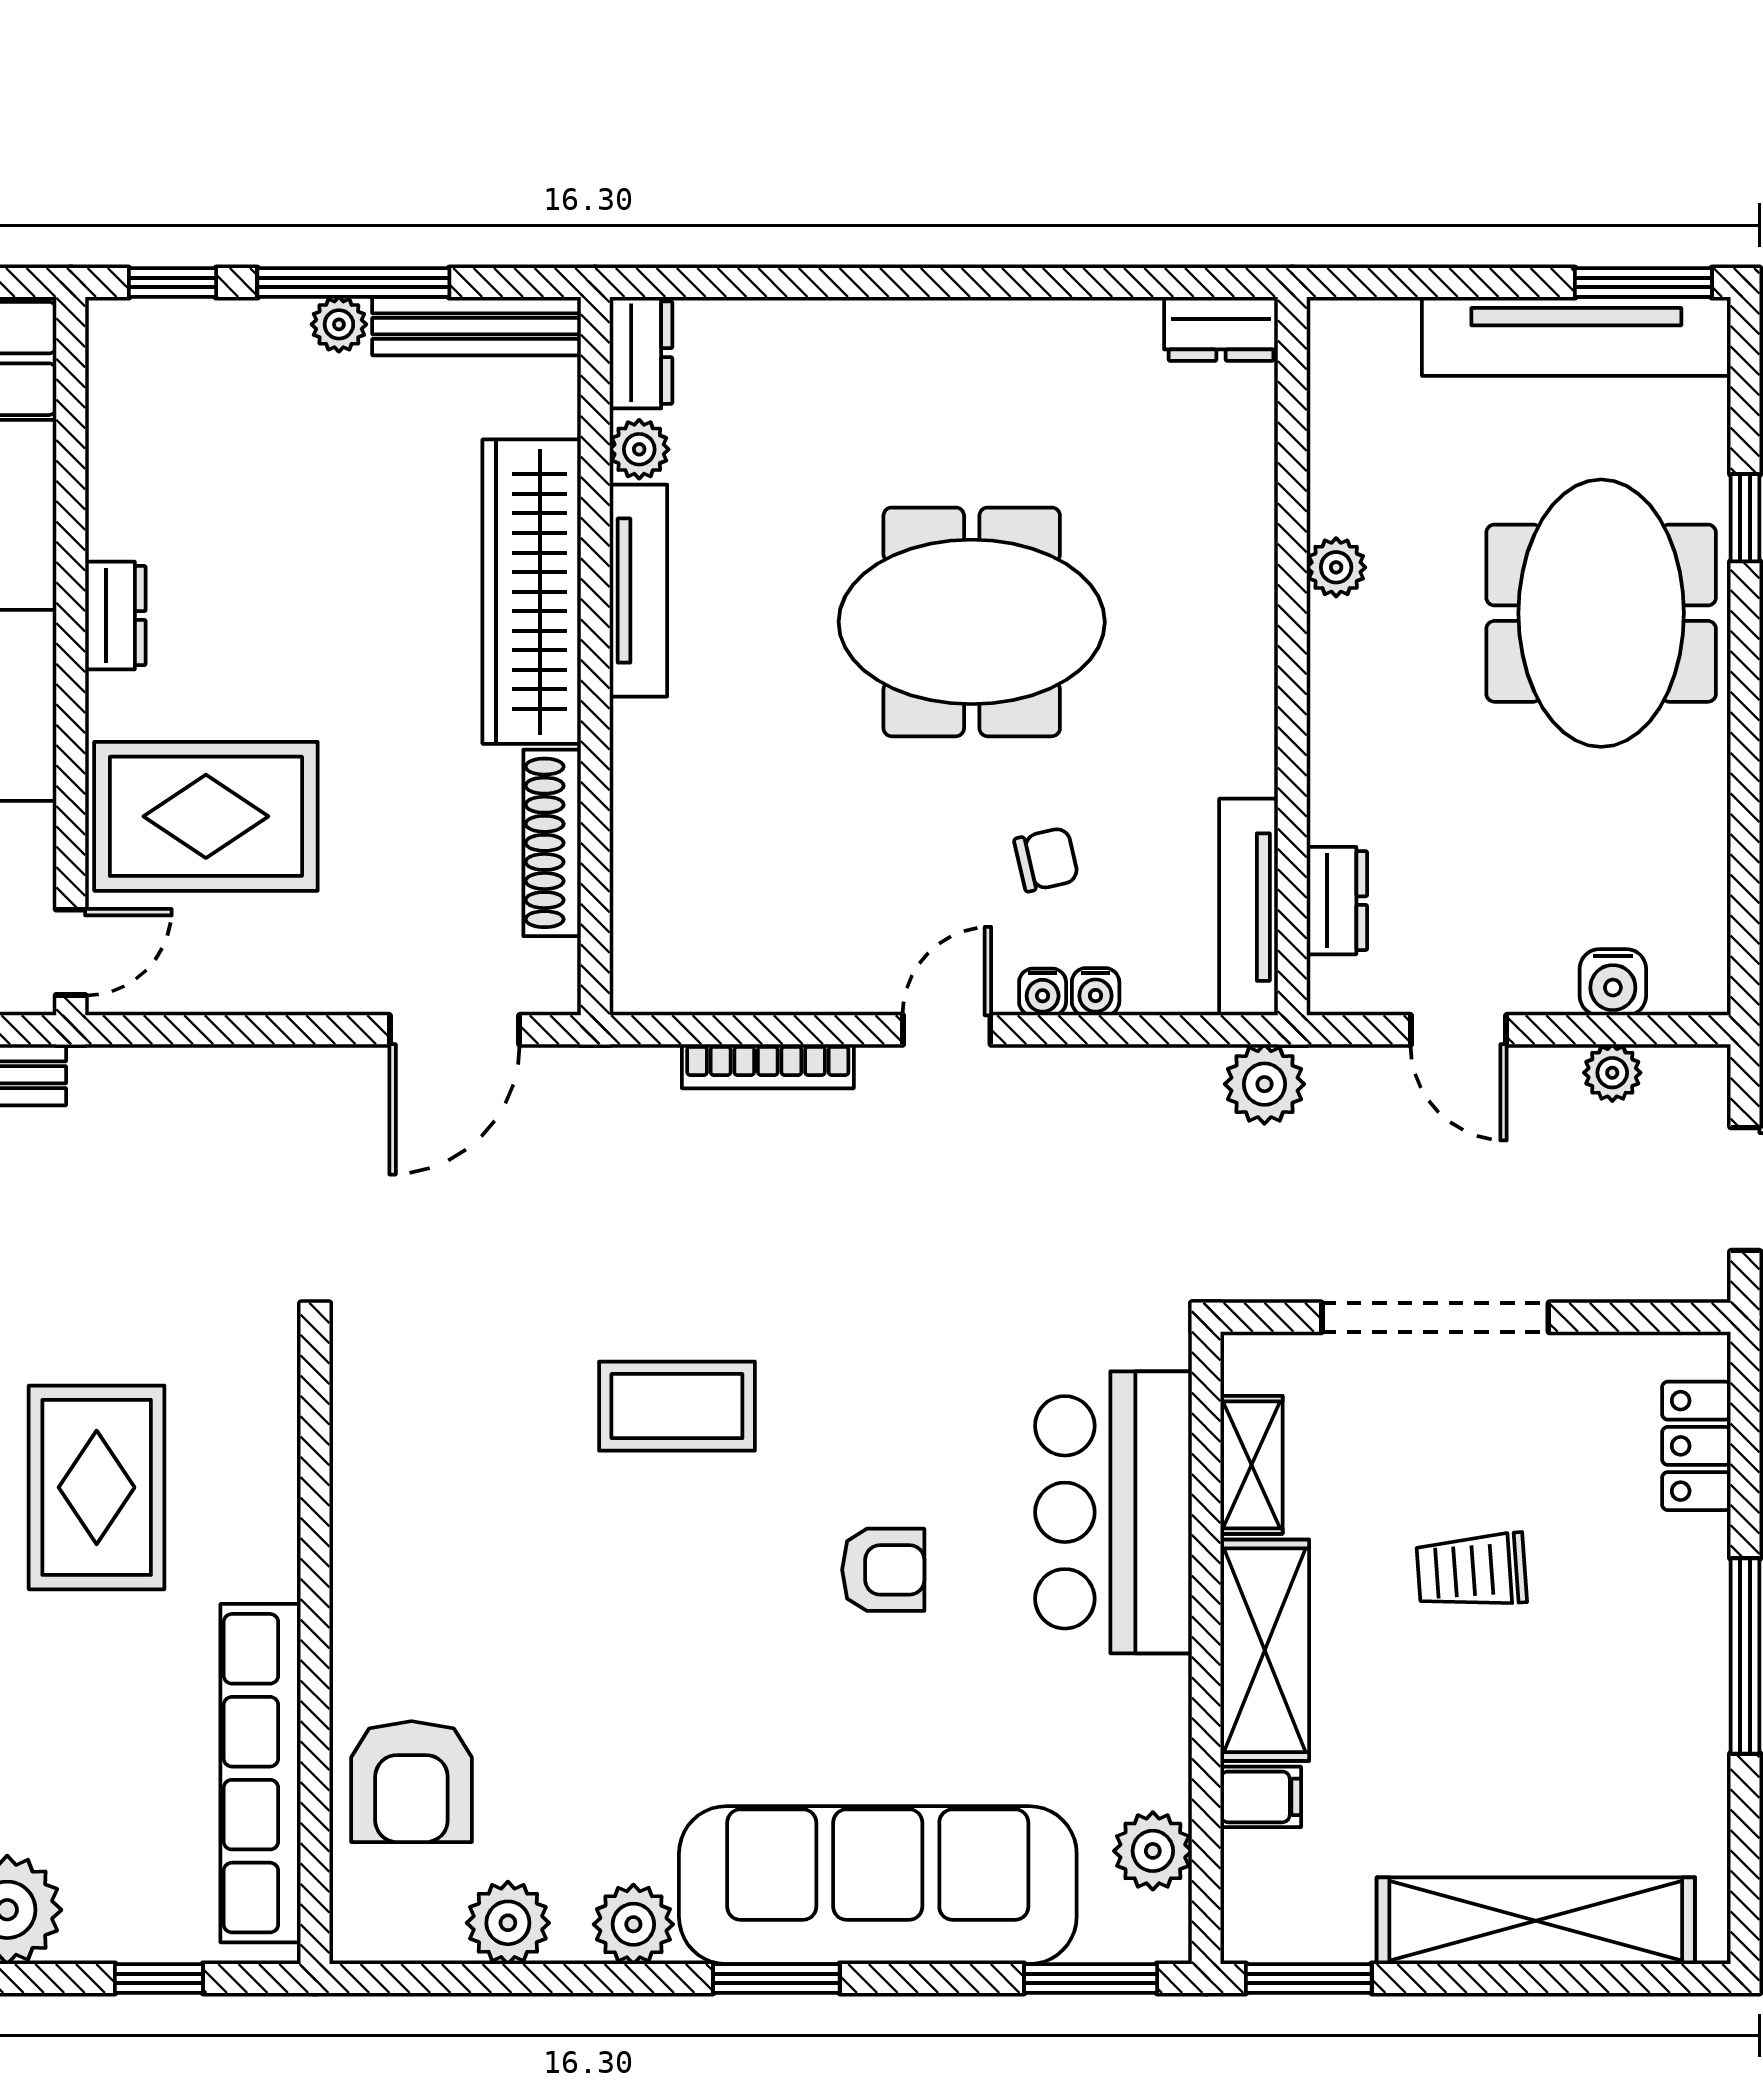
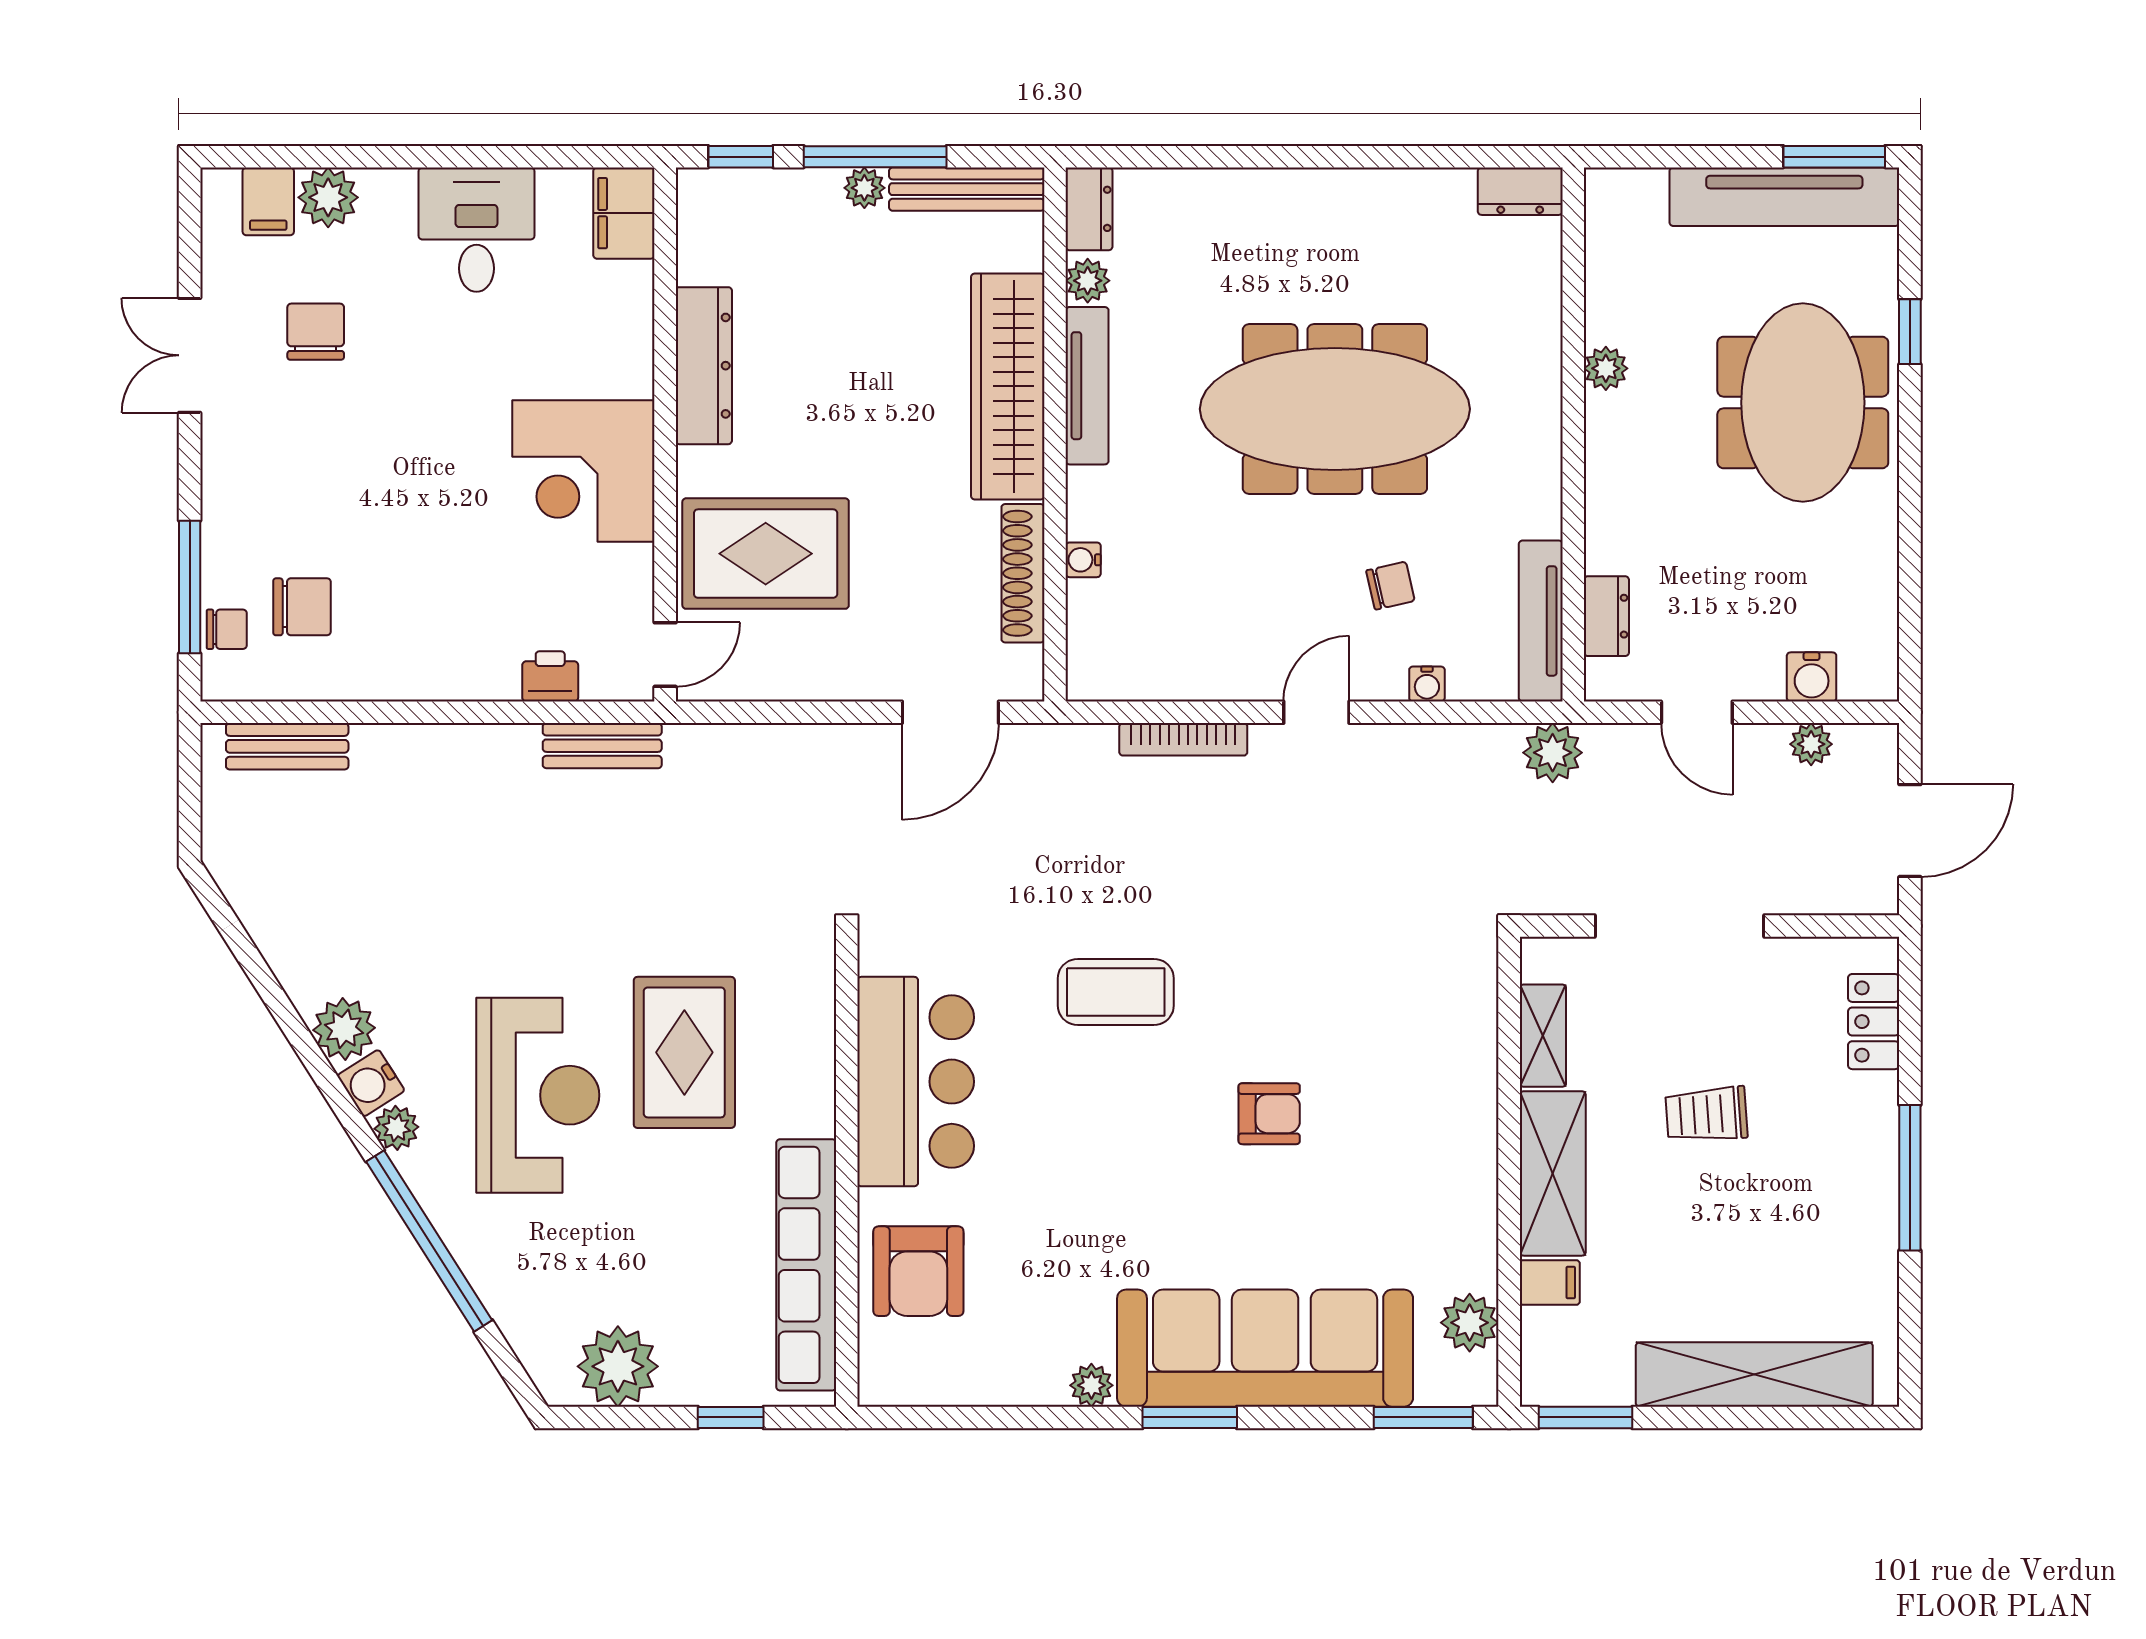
dresser: (115, 616) -> (704, 366), width x1.96, depth x1.24
meeting table: (972, 622) -> (1335, 409), width x1.36
water cooler: (1043, 992) -> (1083, 560), moved, turned 90
bar counter: (1113, 1512) -> (916, 1082), moved, turned 180
plant: (508, 1923) -> (990, 1376), removed
plant: (633, 1924) -> (1091, 1385), width x0.73, depth x0.73

